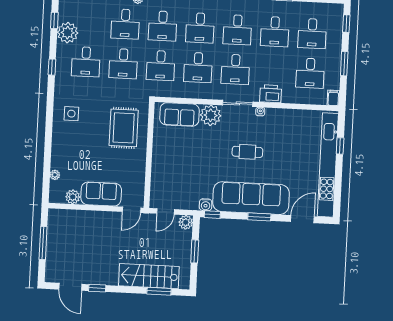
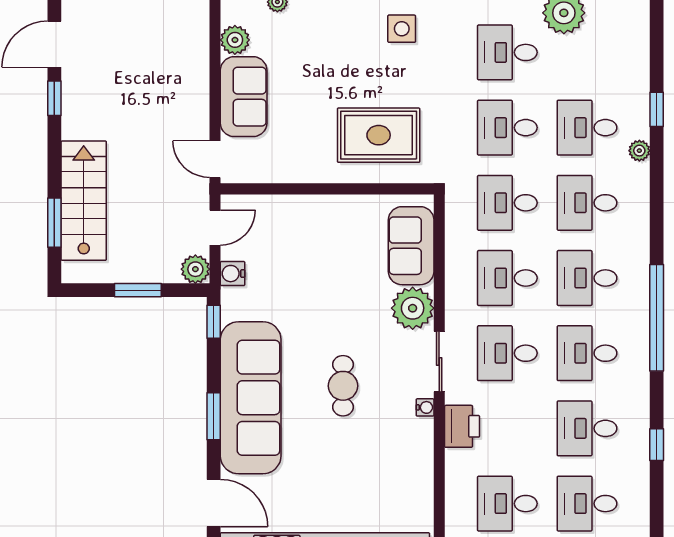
water cooler: (206, 205) -> (233, 274), moved
door: (166, 211) -> (215, 228), swing flipped

